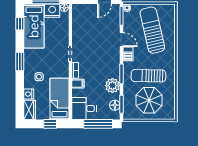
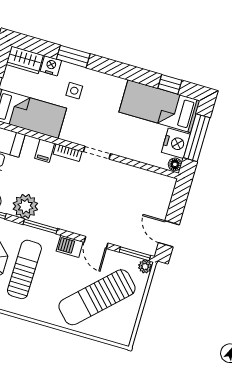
sun lounger: (152, 30) -> (97, 297), turned 149
door: (121, 40) -> (96, 243), hinge flipped
window: (20, 61) -> (73, 56), moved

